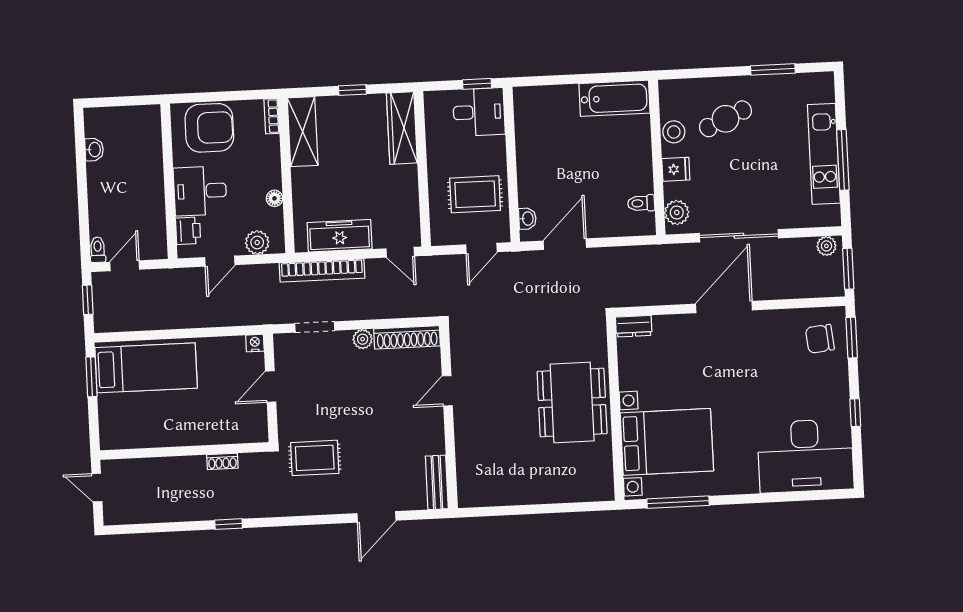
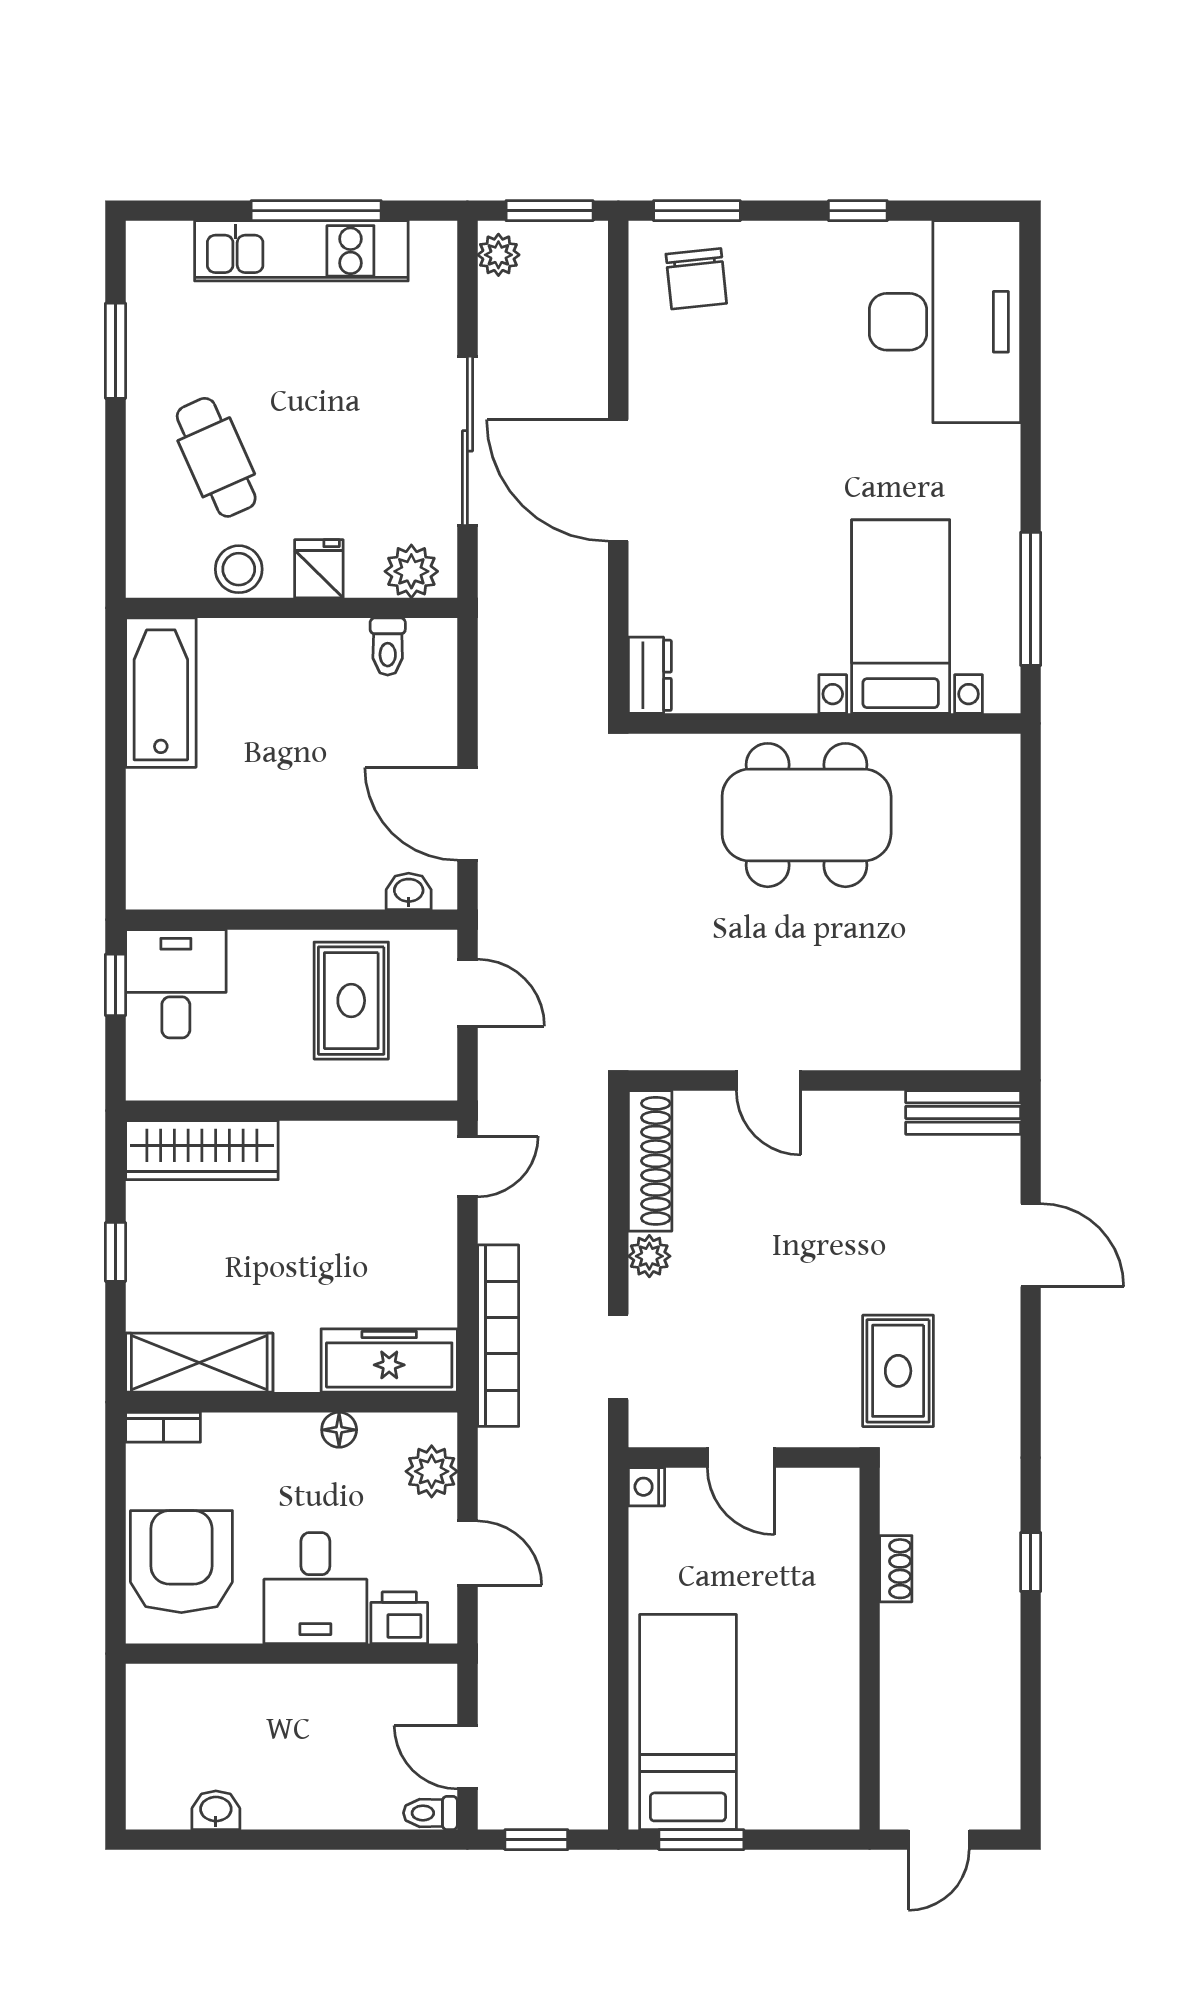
freezer: (340, 236) -> (389, 1360), moved, turned 90
bed with nightstands: (667, 442) -> (901, 617), width x0.73

